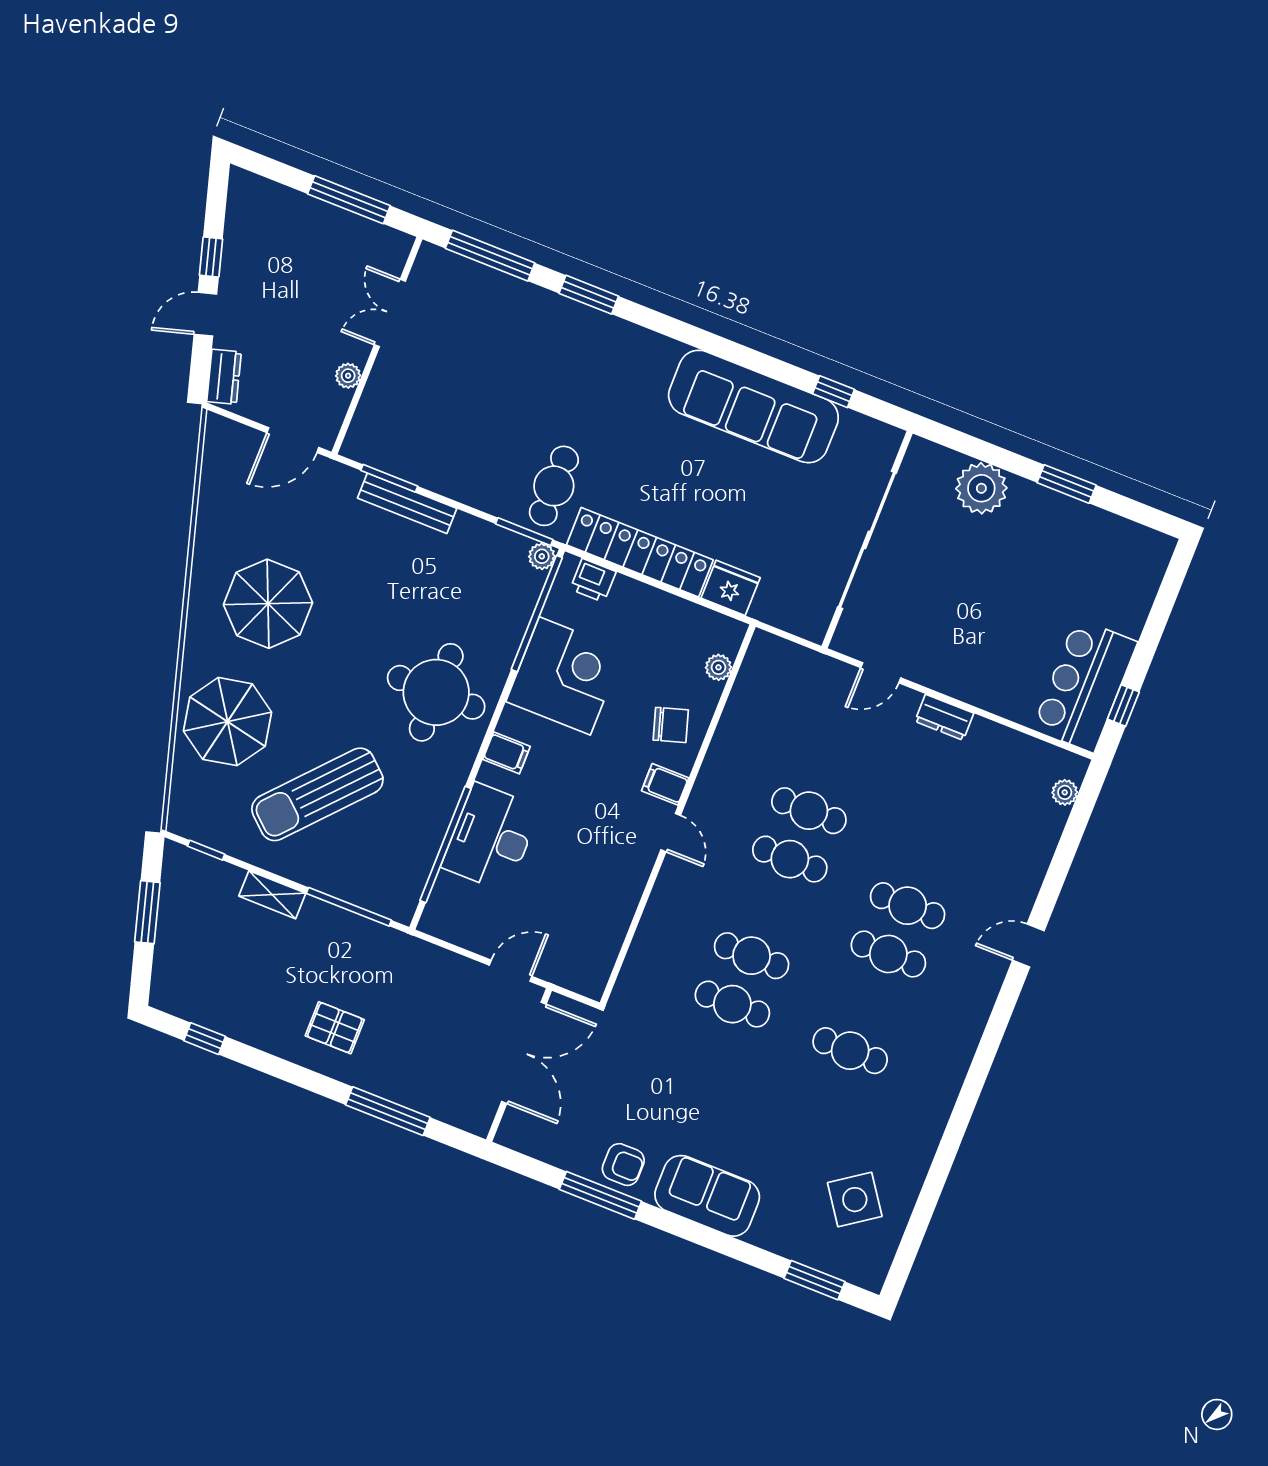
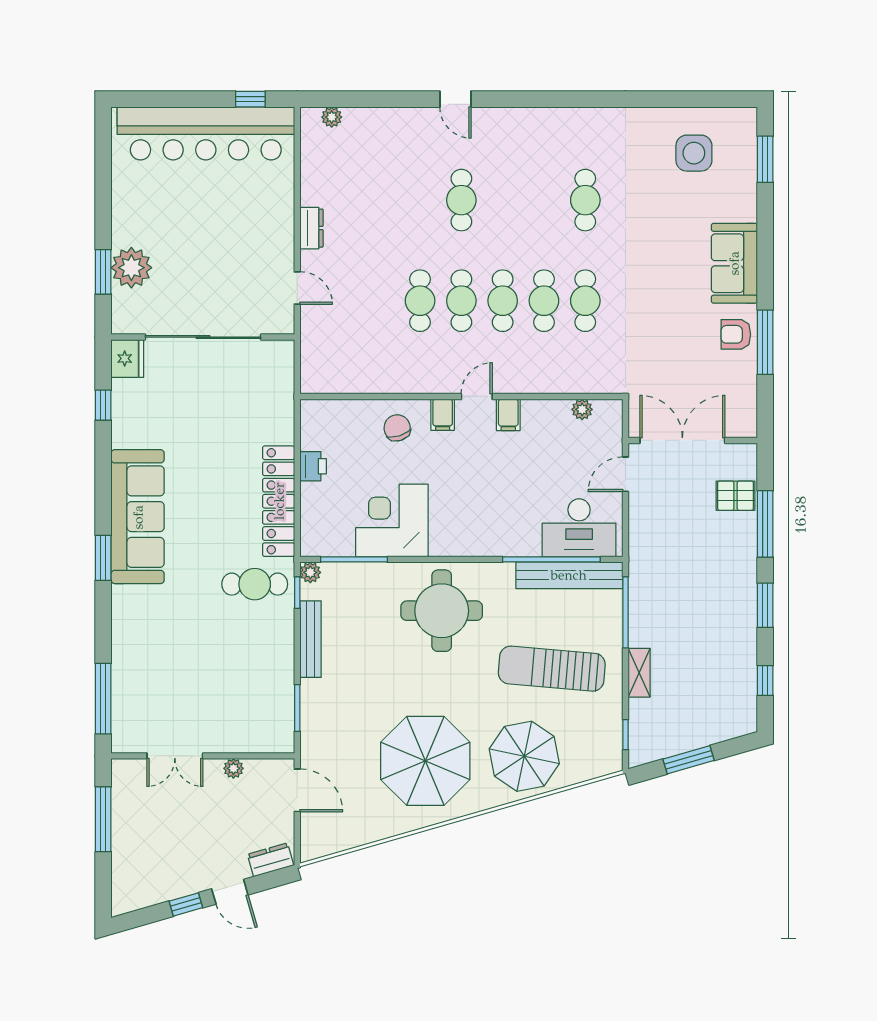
window: (589, 295) -> (103, 558), moved
sofa: (753, 406) -> (138, 517), moved
window: (1067, 484) -> (103, 272), moved
bench: (407, 503) -> (310, 639), moved
window: (524, 532) -> (297, 593), width x0.67
printer: (593, 580) -> (313, 466), moved
fridge: (731, 588) -> (127, 358), moved, turned 180
parasol: (268, 604) -> (425, 761), width x1.36, depth x1.36
window: (537, 614) -> (354, 559), width x0.68
plant: (718, 667) -> (582, 409), moved
bar counter: (1085, 685) -> (206, 133), width x1.86
filing cabinet: (506, 753) -> (508, 415), moved, turned 180
sun lounger: (317, 794) -> (552, 669), turned 143
desk: (491, 837) -> (579, 528), moved
bench: (418, 858) -> (569, 575), added
cafe table: (888, 954) -> (503, 301), moved
door: (511, 971) -> (626, 474), hinge flipped
pallet: (335, 1028) -> (736, 496), moved, turned 90
window: (293, 1073) -> (765, 605), added
armchair: (623, 1165) -> (736, 334), turned -90
side table: (855, 1200) -> (694, 153), turned 35

